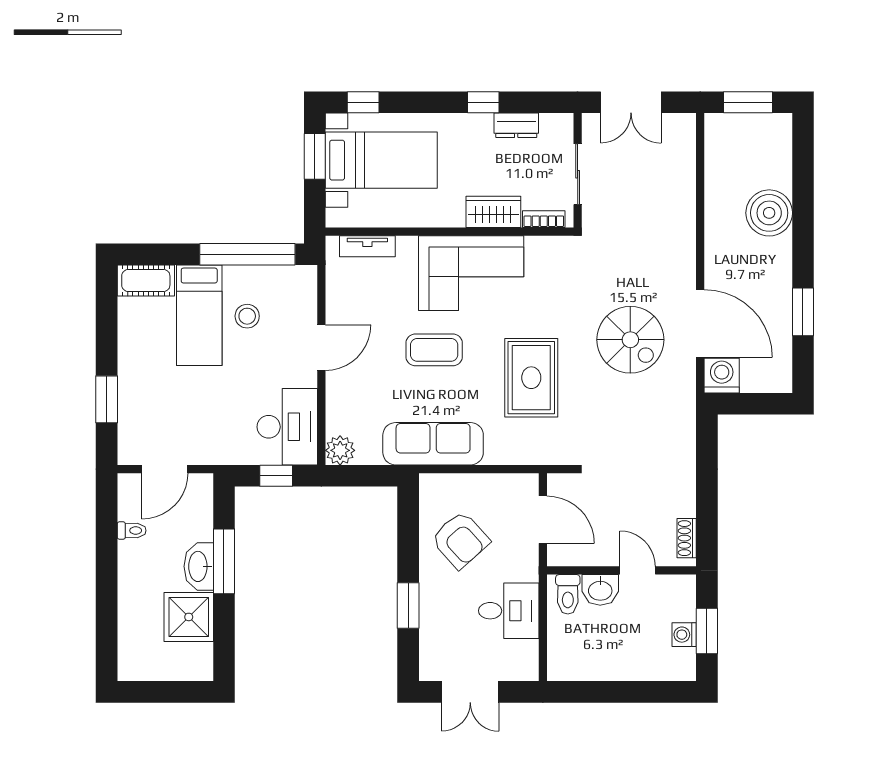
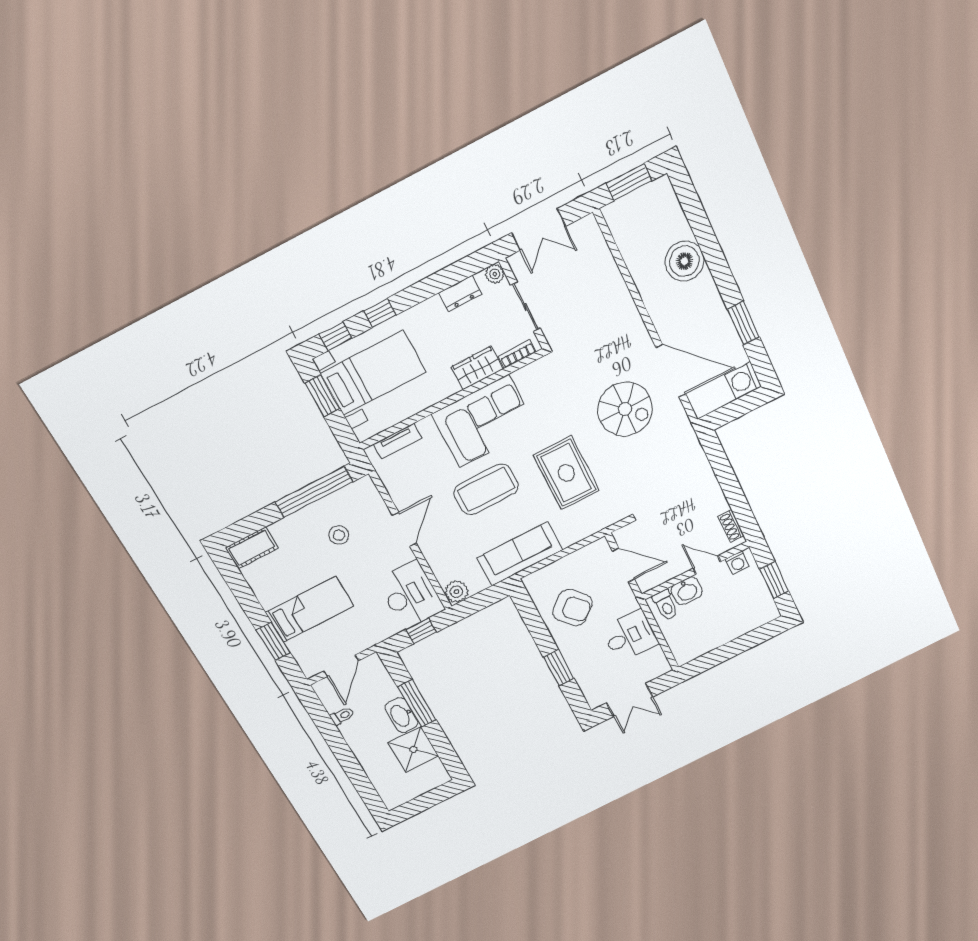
window: (483, 102) -> (380, 313), moved
plant: (562, 124) -> (495, 274), added
bed: (199, 315) -> (310, 609), moved, turned -90
coffee table: (434, 350) -> (486, 489), width x1.36, depth x1.32
washing machine: (722, 376) -> (743, 381), moved, turned -90
washing machine: (684, 635) -> (737, 563), moved, turned -90

